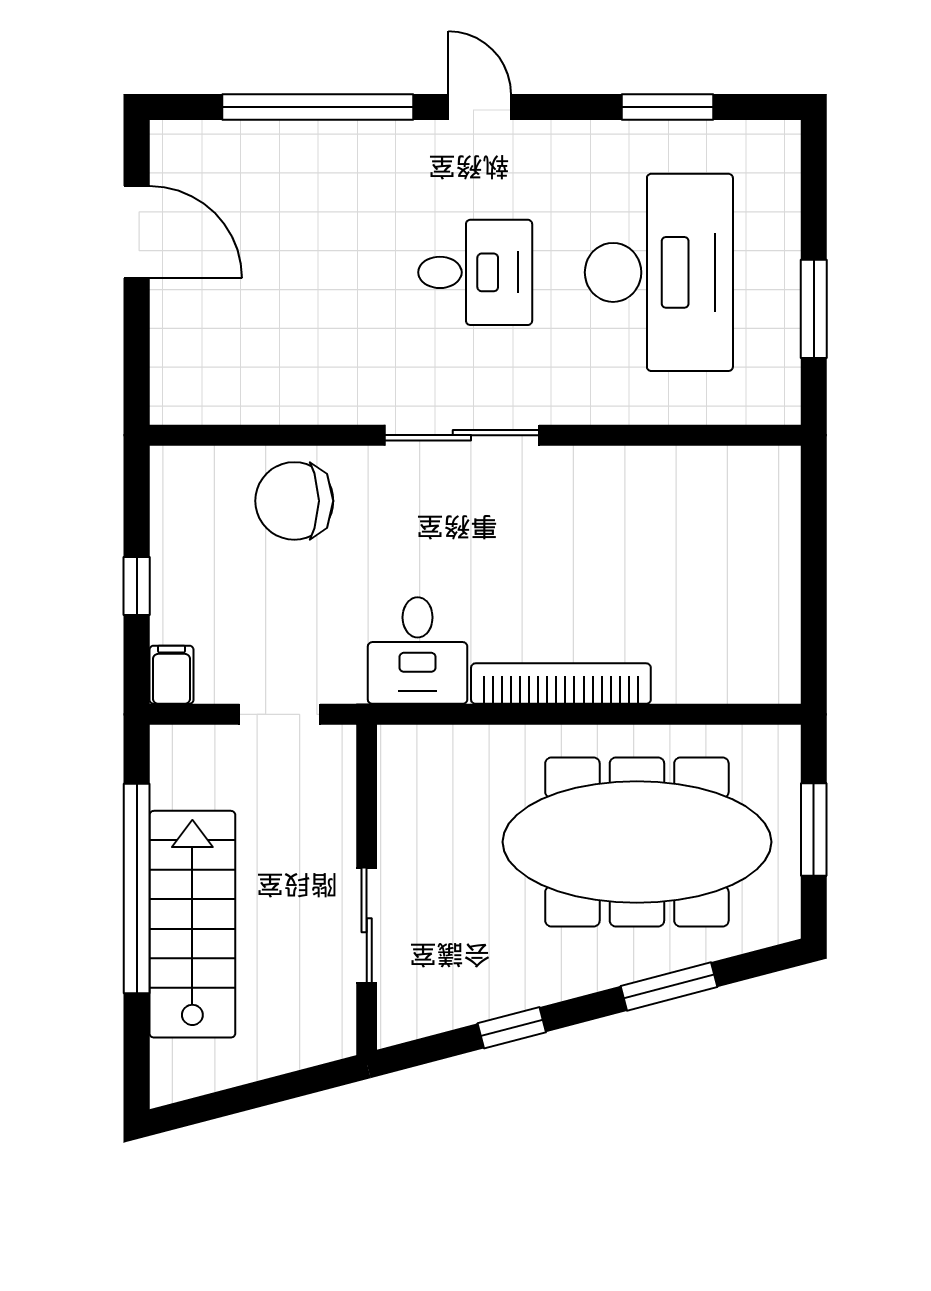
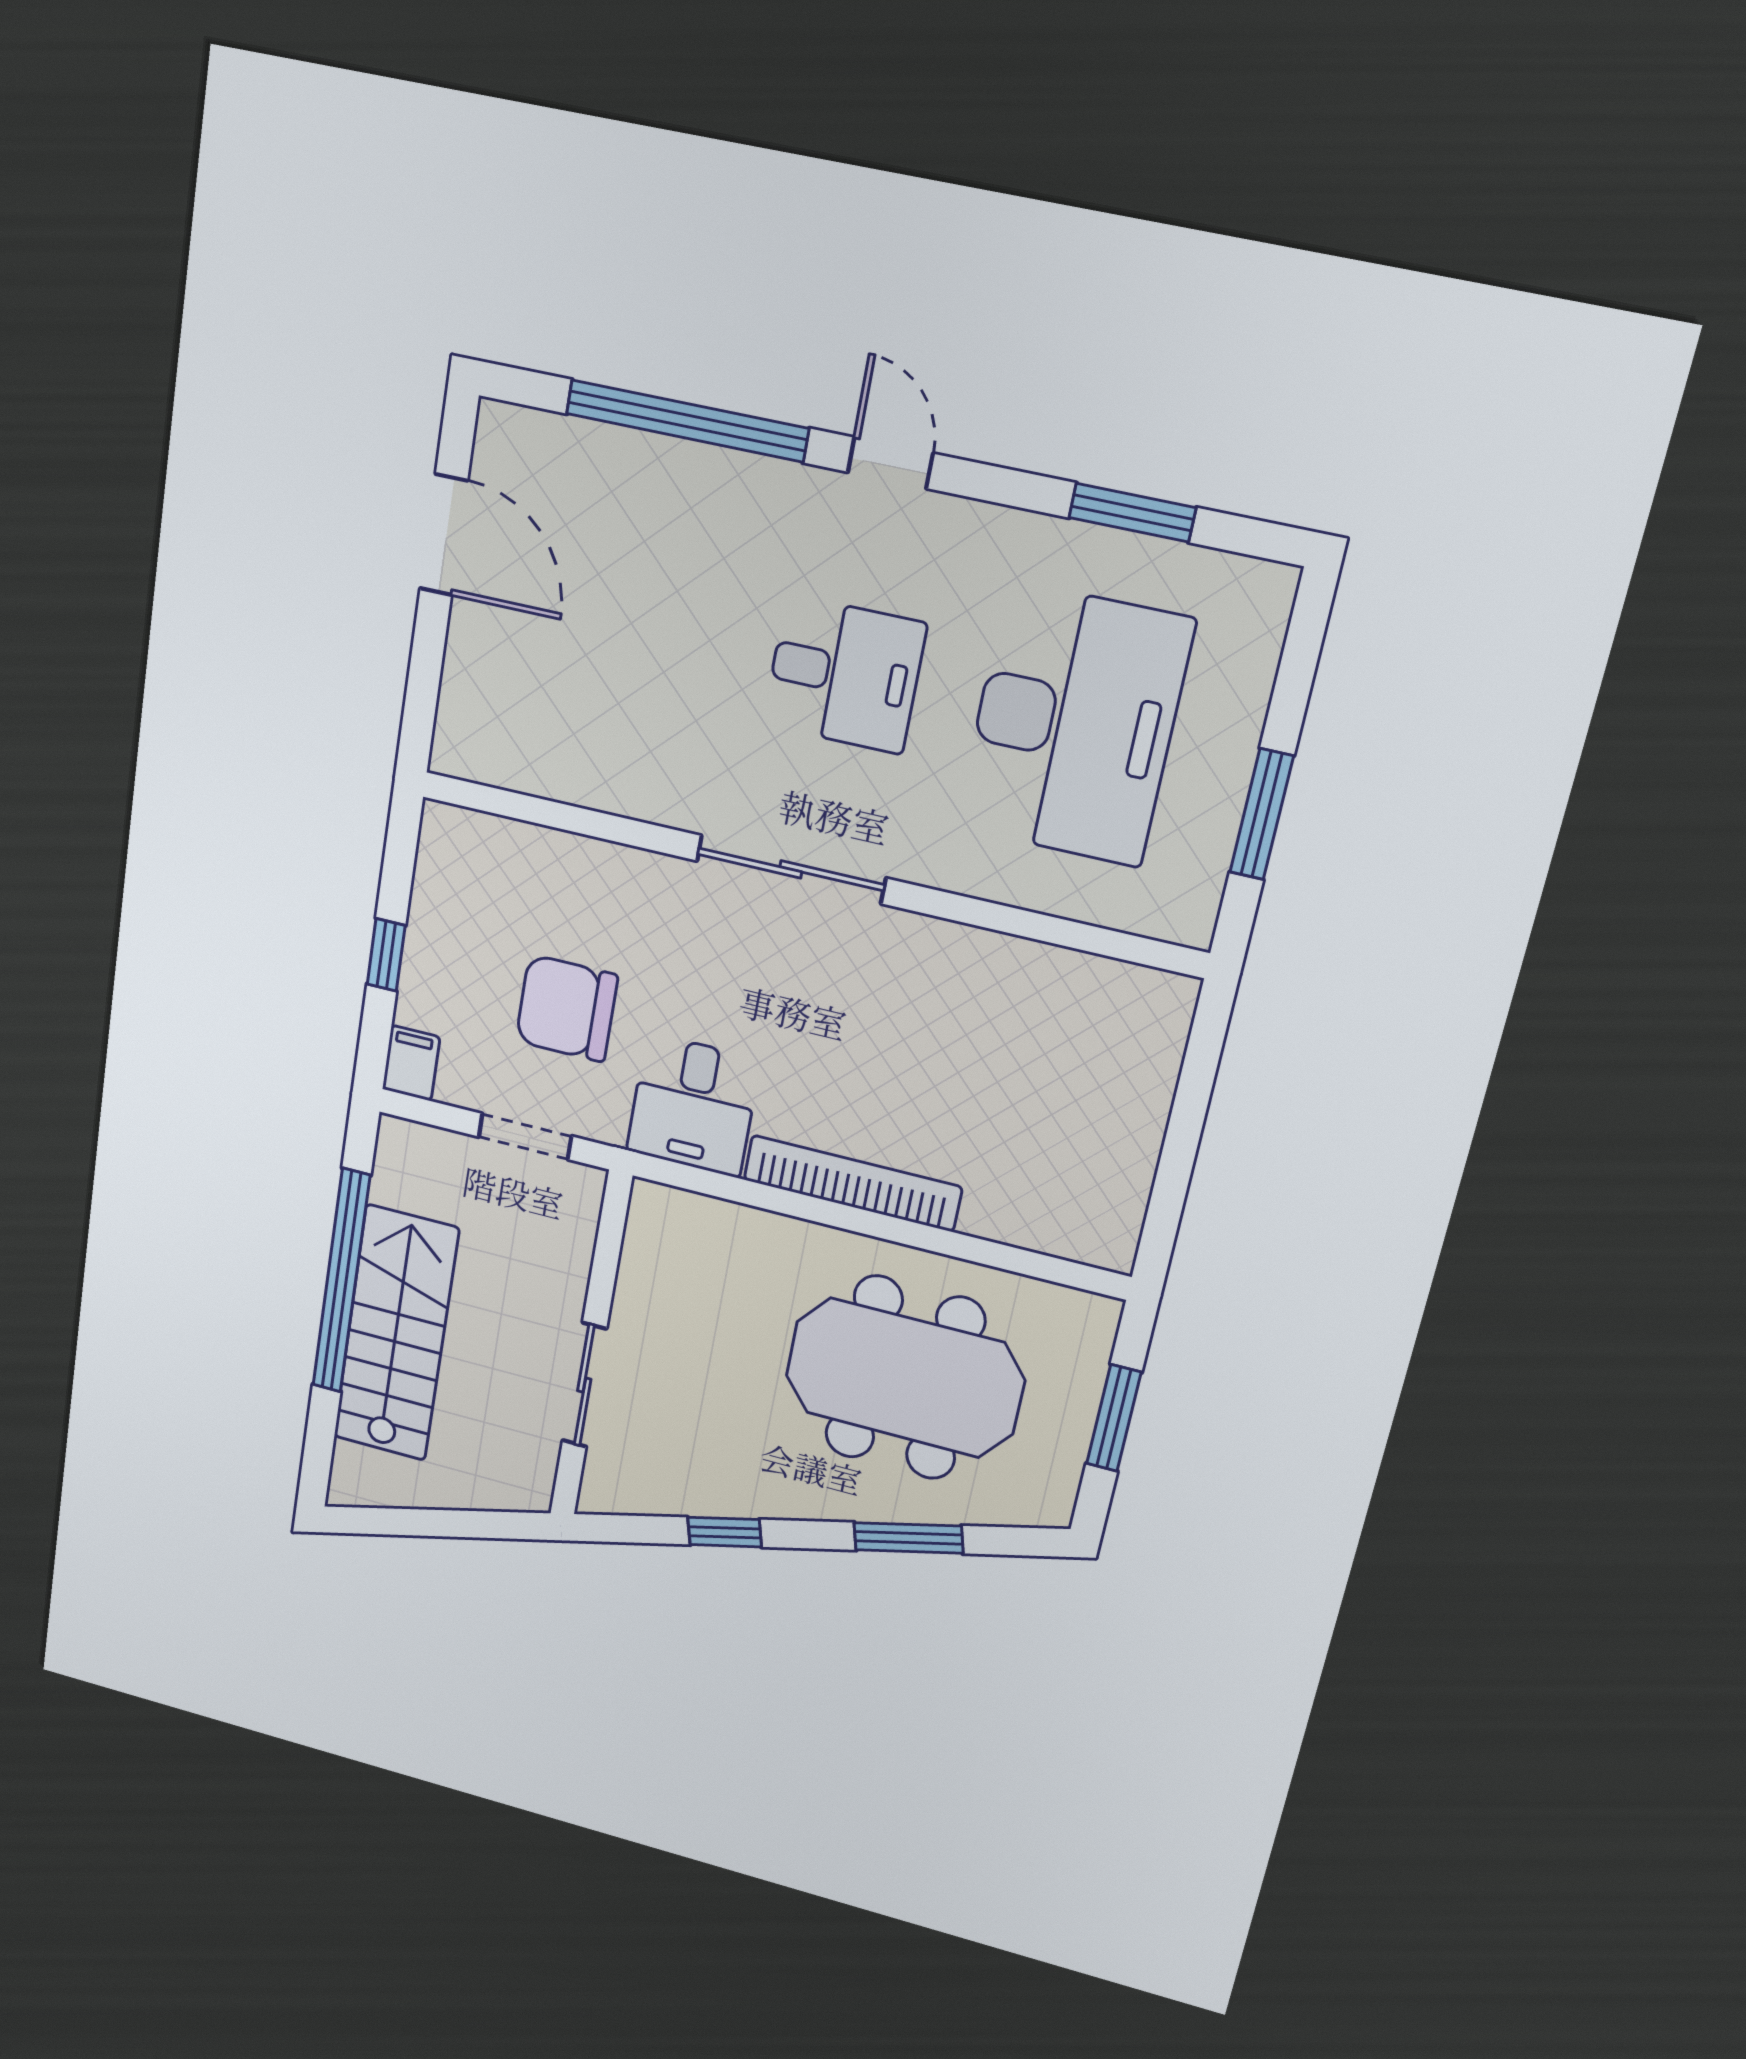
chair: (294, 501) -> (567, 1008), moved
meeting table: (637, 842) -> (905, 1378), width x0.73

